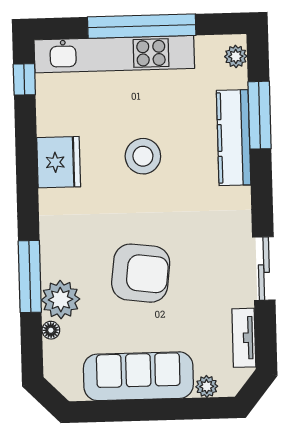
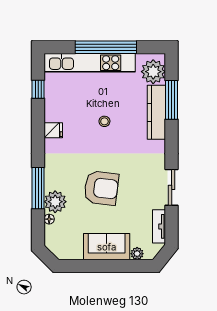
plant: (236, 56) -> (153, 72), width x1.88, depth x1.88
window: (24, 79) -> (38, 89), moved
stool: (143, 156) -> (104, 121), width x0.53, depth x0.53
fridge: (59, 162) -> (53, 130), width x0.53, depth x0.75
sofa: (138, 376) -> (107, 247), width x0.73

